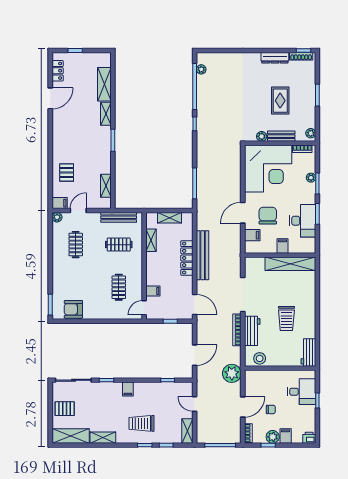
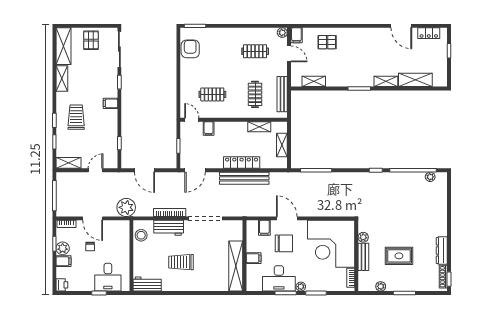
plant: (311, 133) -> (381, 286), moved
plant: (311, 178) -> (301, 287), moved

